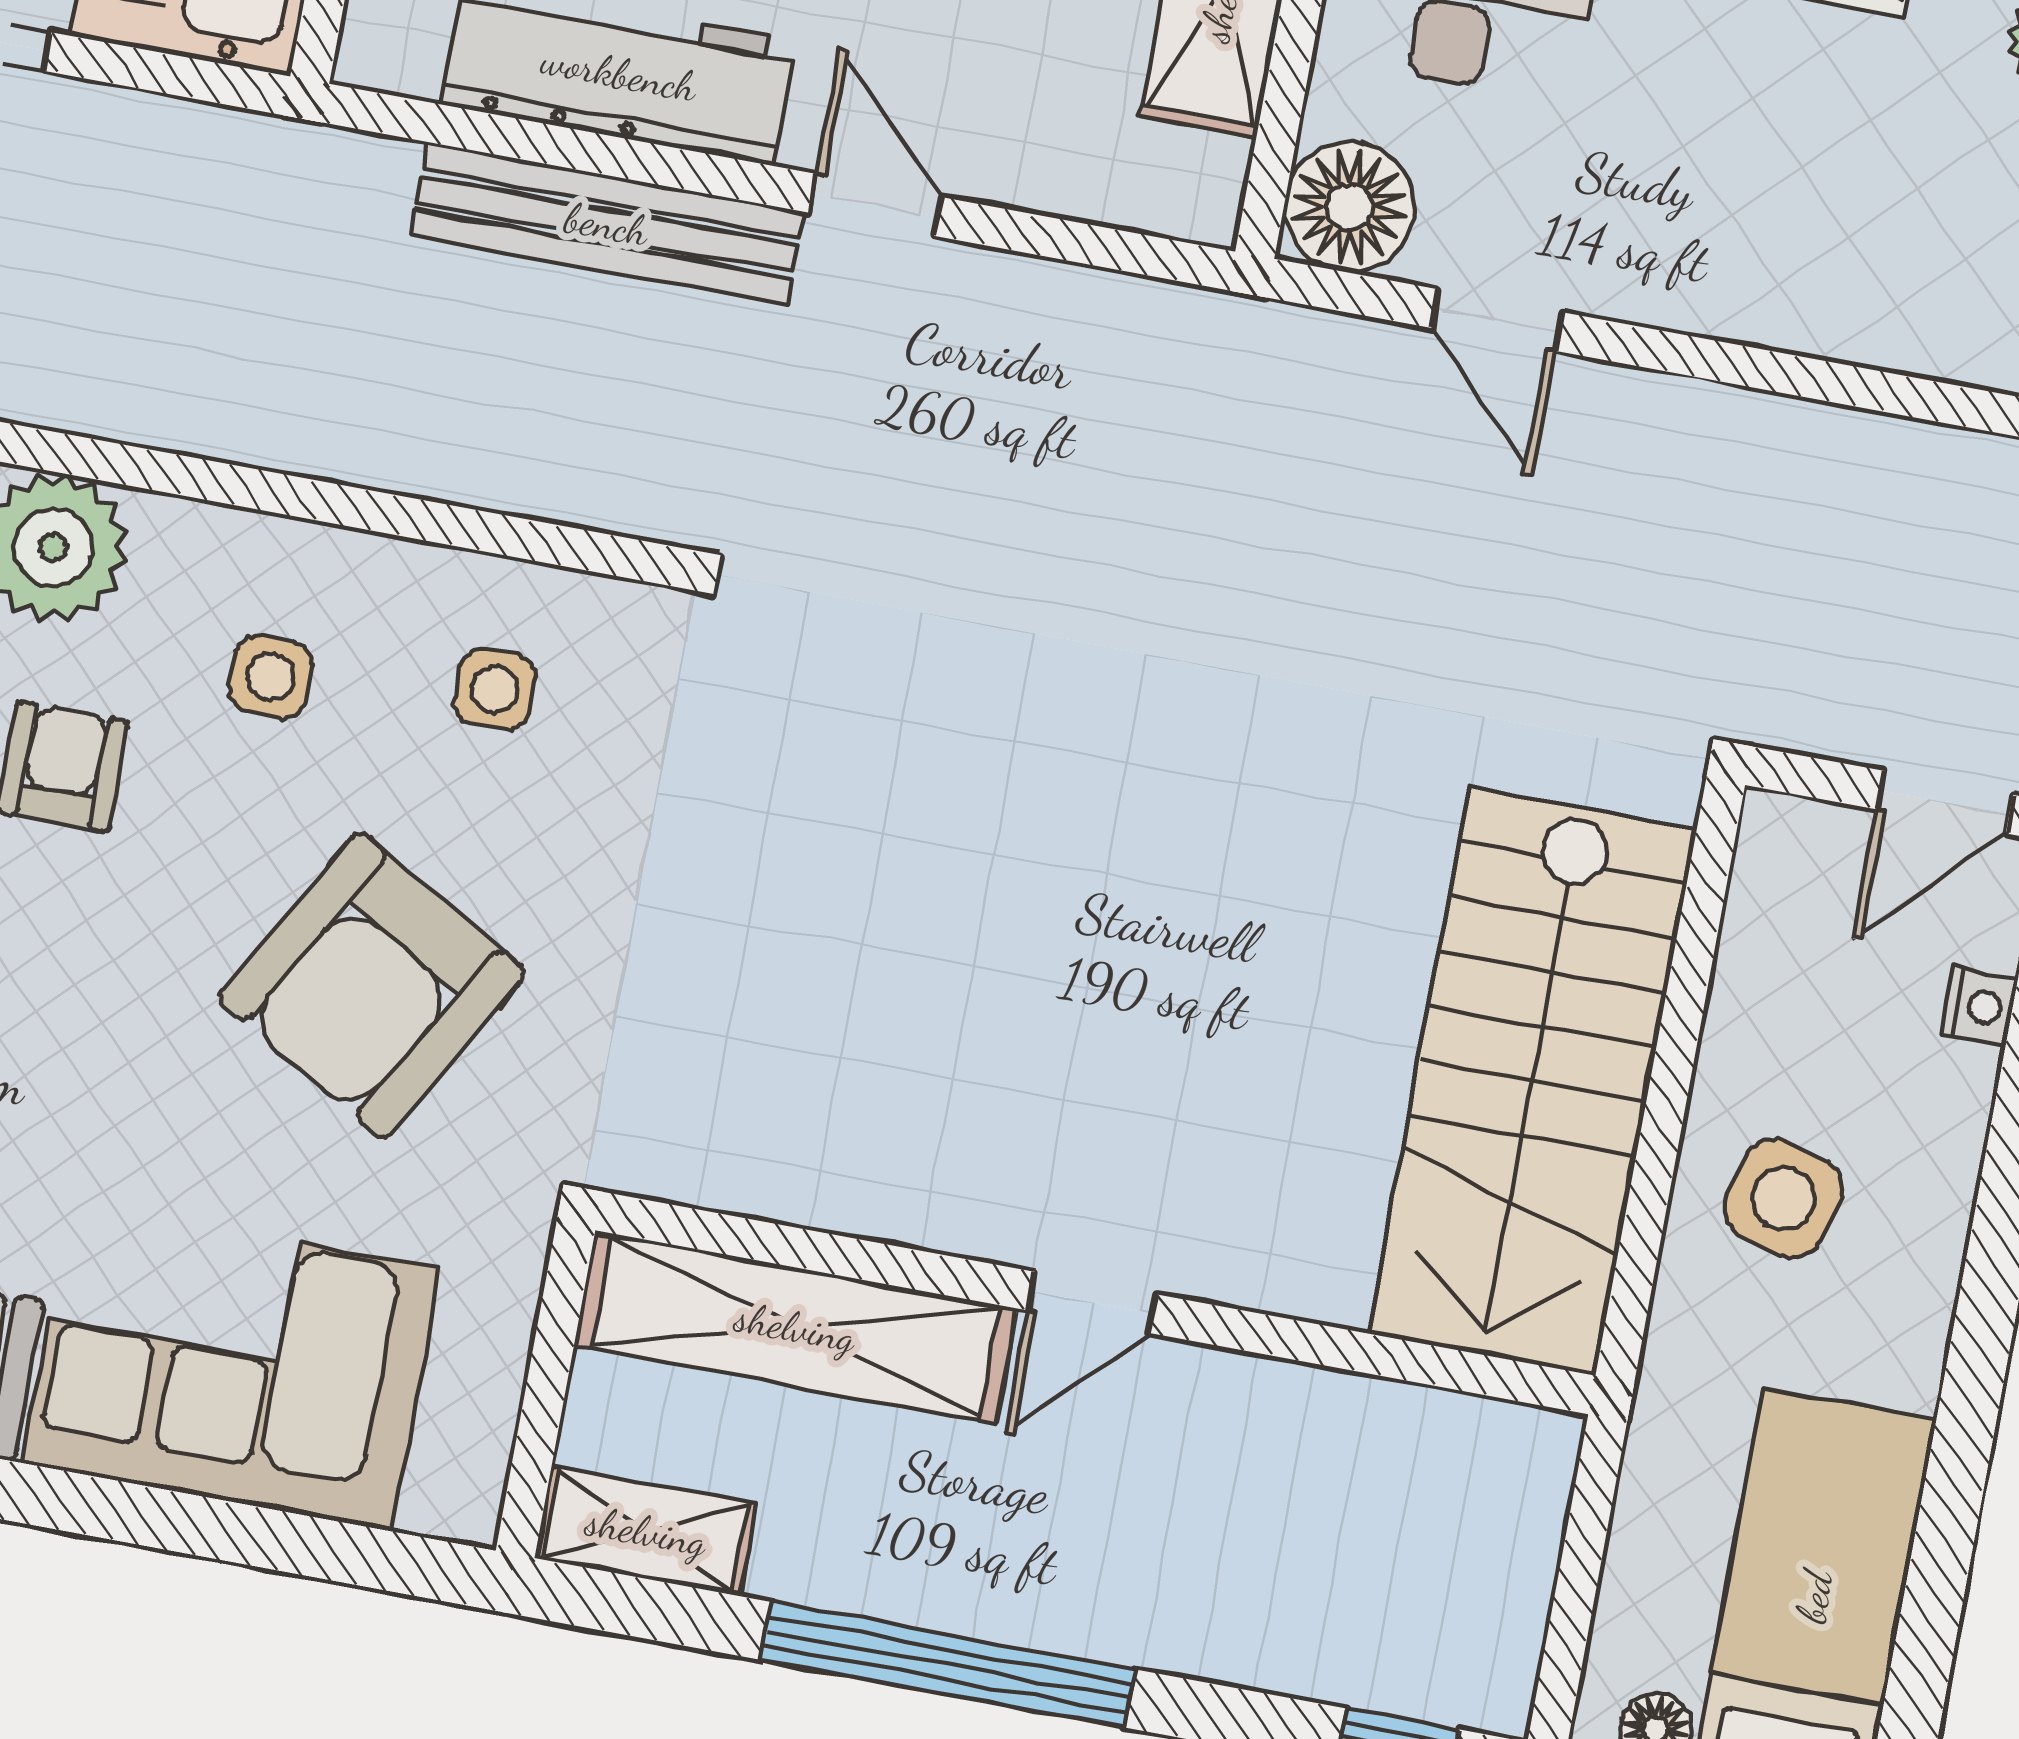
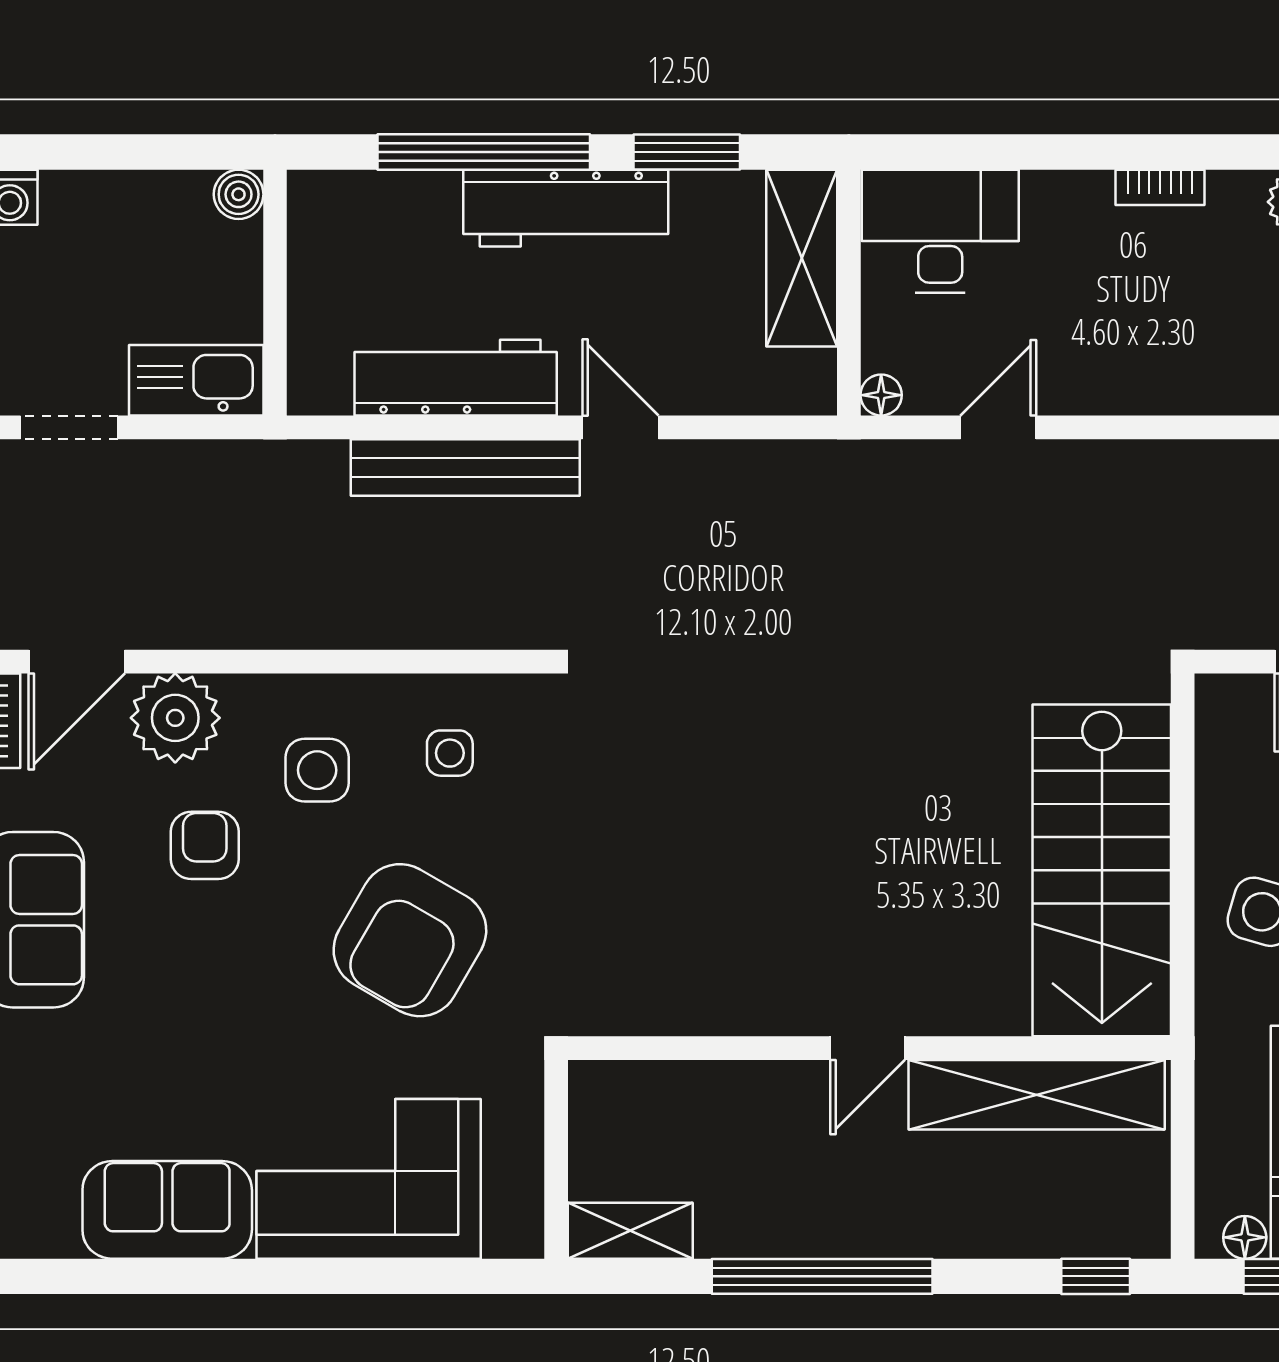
floor lamp: (1350, 207) -> (881, 395), width x0.53, depth x0.53
door: (1497, 320) -> (998, 427), swing flipped
side table: (271, 677) -> (317, 770), width x1.37, depth x1.37
shelving: (795, 1327) -> (1037, 1095), moved

